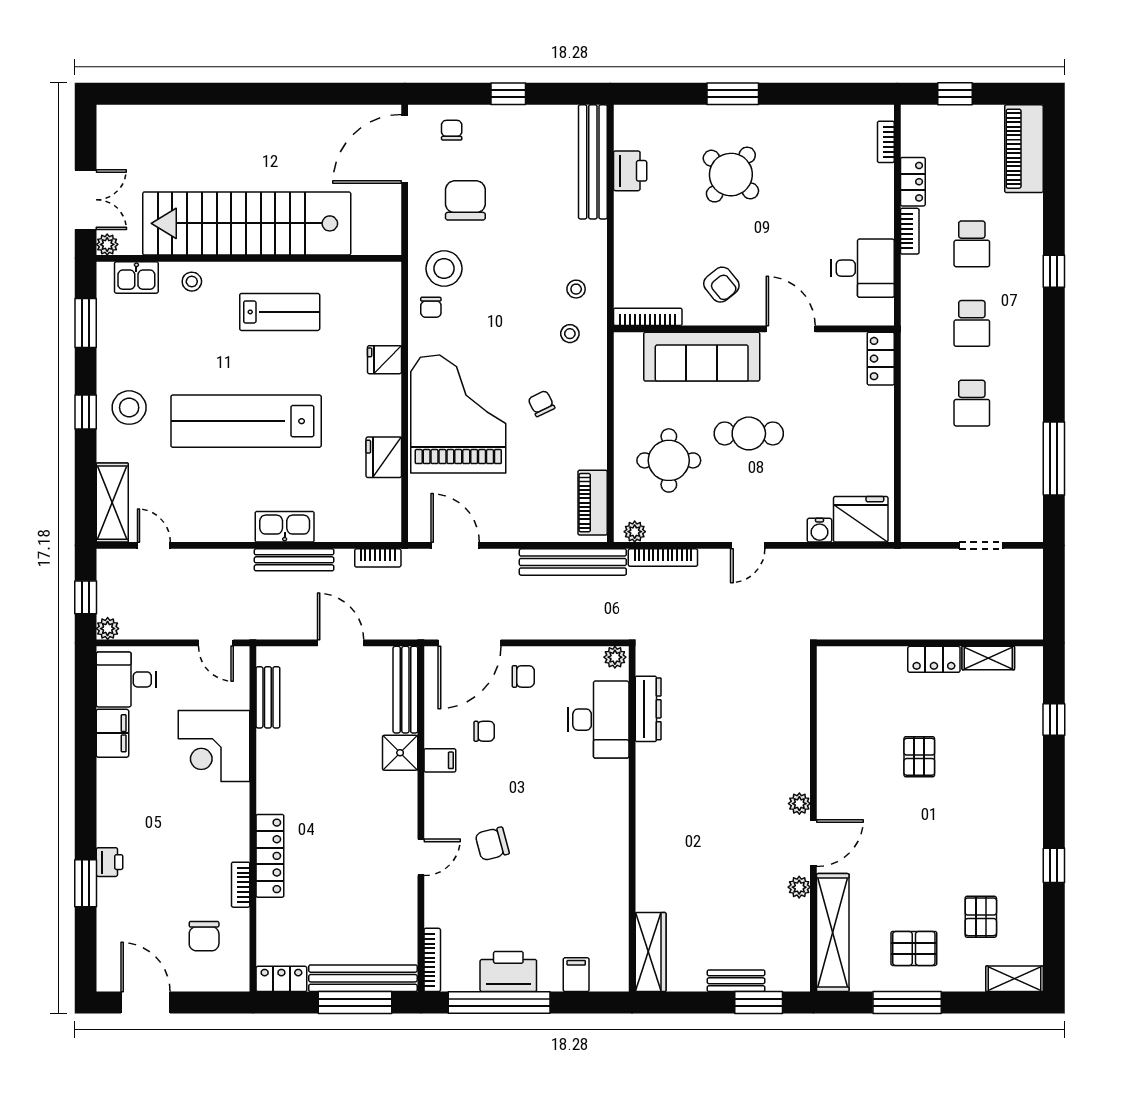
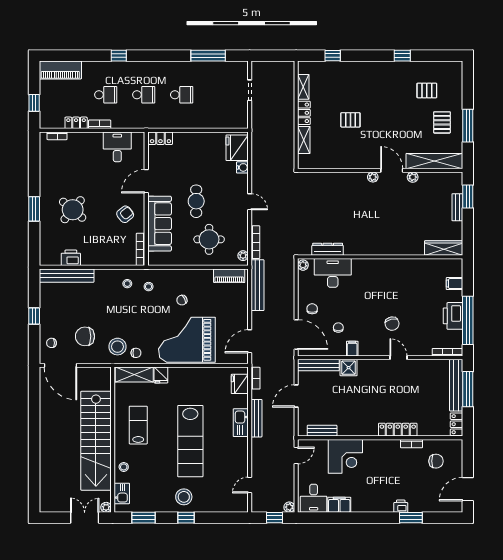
fridge: (384, 457) -> (240, 384), moved, turned 90
shelving: (112, 503) -> (134, 375), moved
shelving: (1014, 979) -> (304, 140), moved

